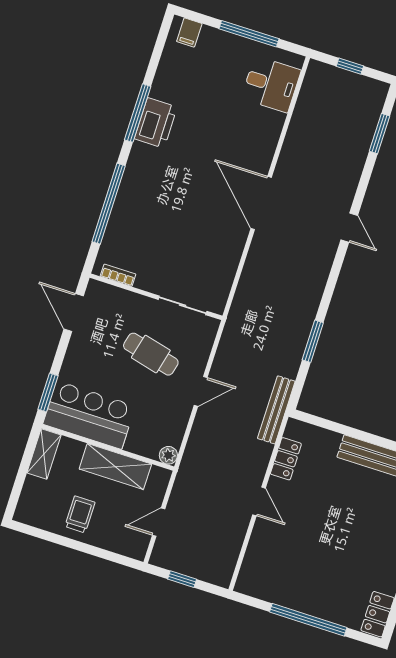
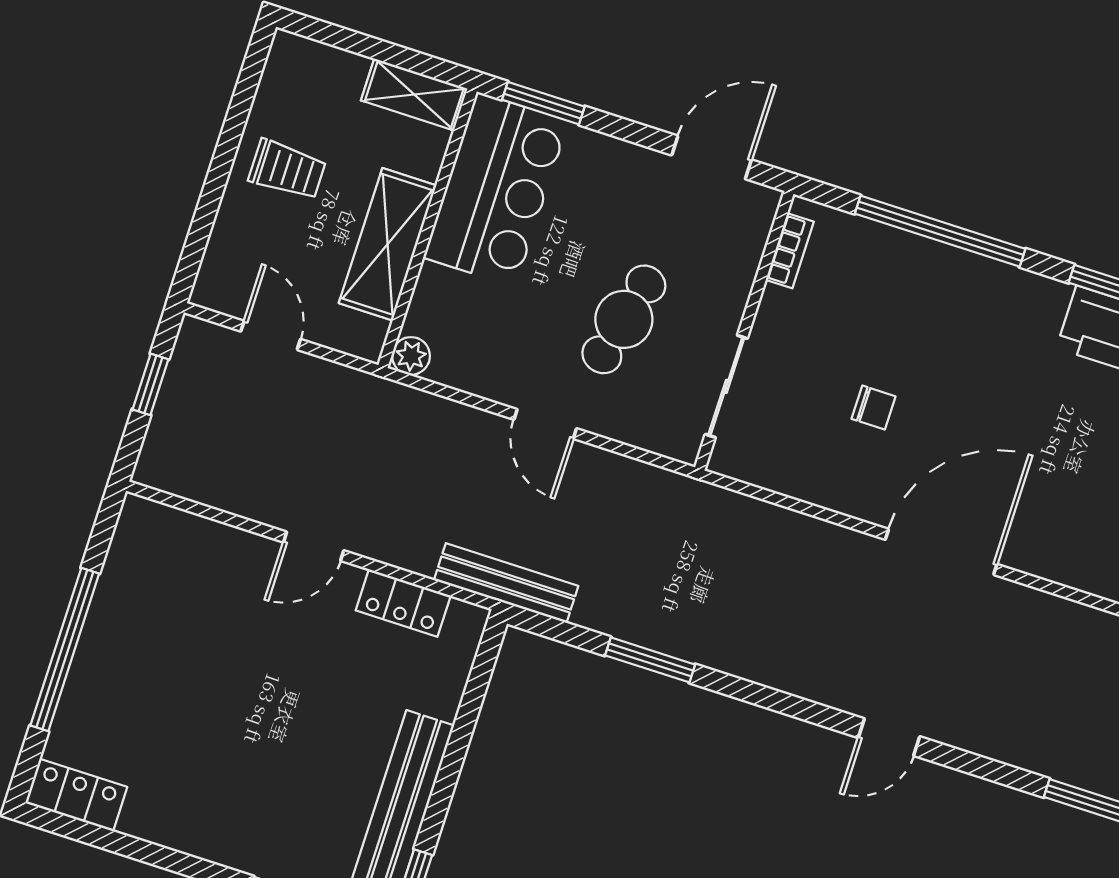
chair: (193, 235) -> (874, 408), added

